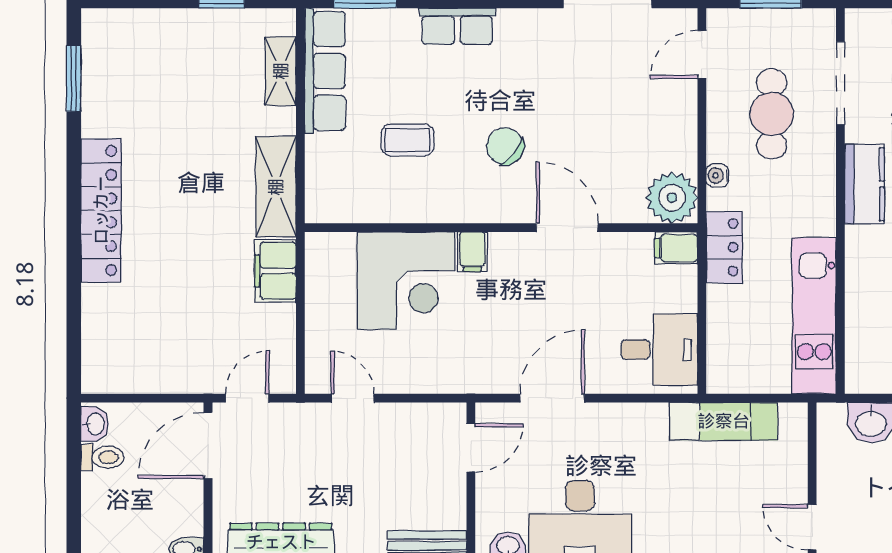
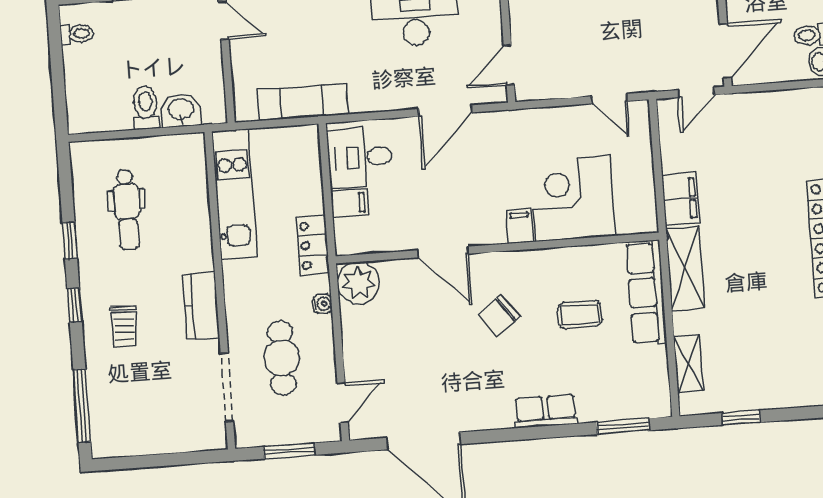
row of seats: (325, 71) -> (646, 293), moved
chair: (505, 146) -> (499, 315), turned 105
filing cabinet: (676, 248) -> (349, 203), moved

